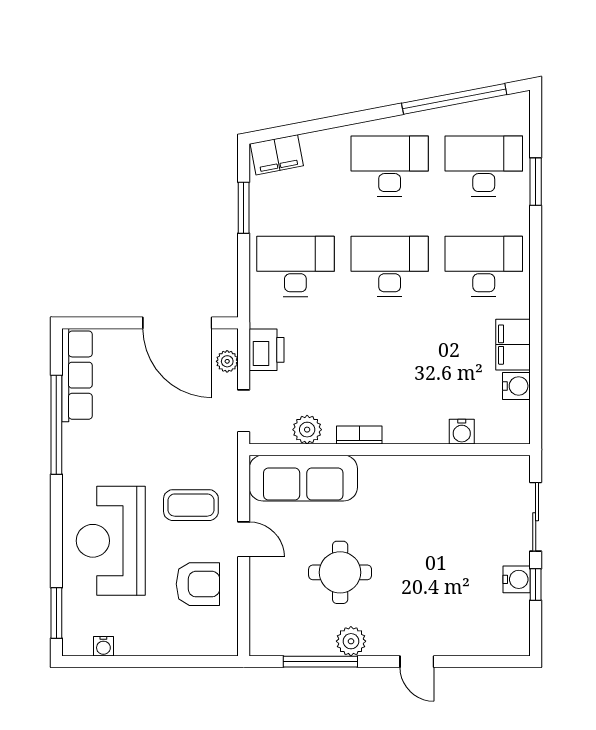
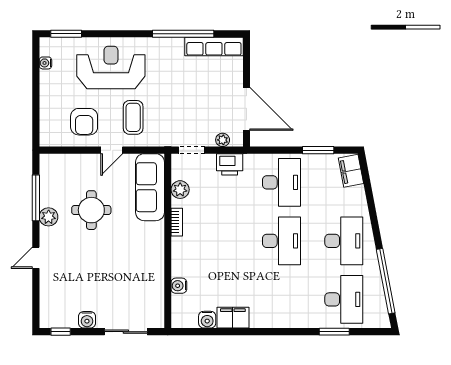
desk: (484, 266) -> (282, 299), removed
door: (177, 323) -> (246, 109), swing flipped
window: (536, 584) -> (61, 332), moved

